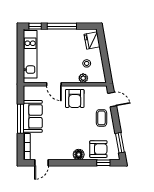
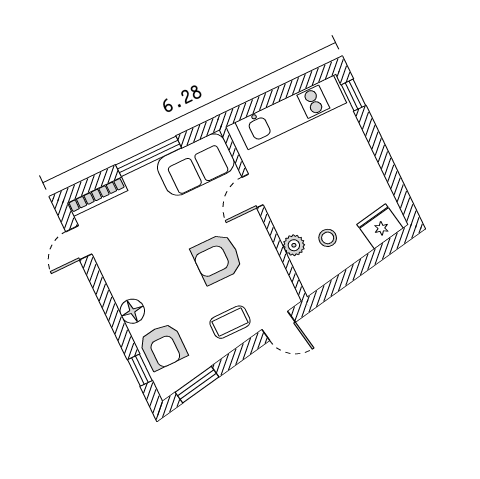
window: (62, 26) -> (380, 150), removed
armchair: (75, 98) -> (217, 259), moved
door: (112, 99) -> (279, 326), hinge flipped
sofa: (33, 116) -> (196, 165), moved
door: (42, 163) -> (79, 243), hinge flipped

